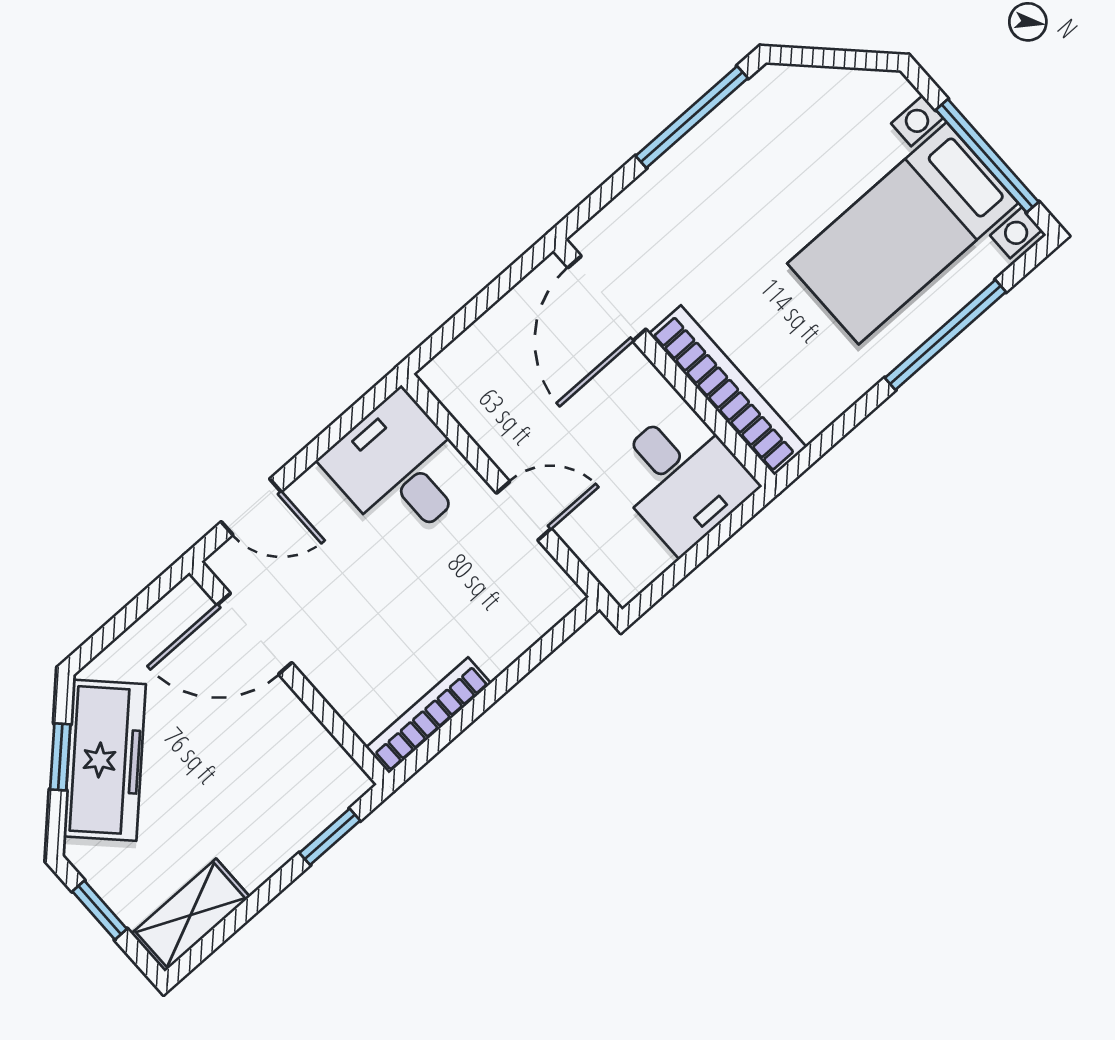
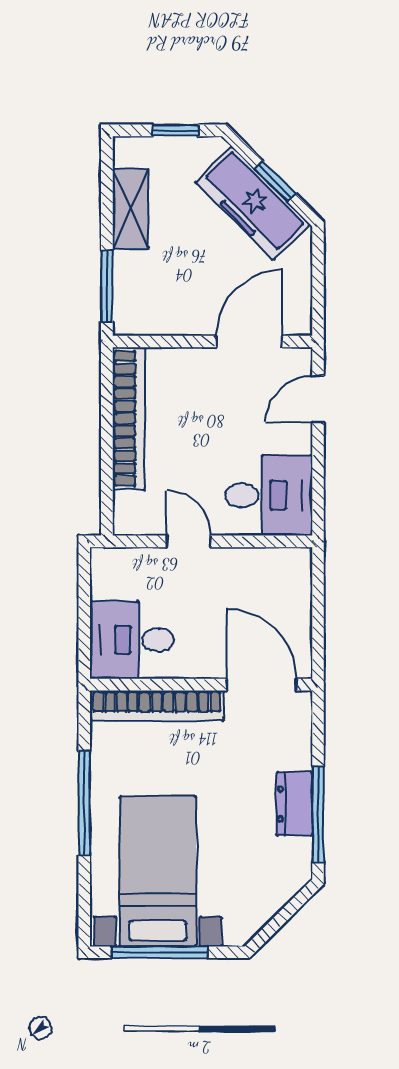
dresser: (703, 152) -> (294, 804), added
window: (945, 335) -> (84, 803), moved
door: (524, 511) -> (188, 541), swing flipped
bookcase: (428, 715) -> (129, 418), width x1.48, depth x1.31
window: (330, 837) -> (107, 286), width x1.50
shelving: (190, 915) -> (131, 209), moved

